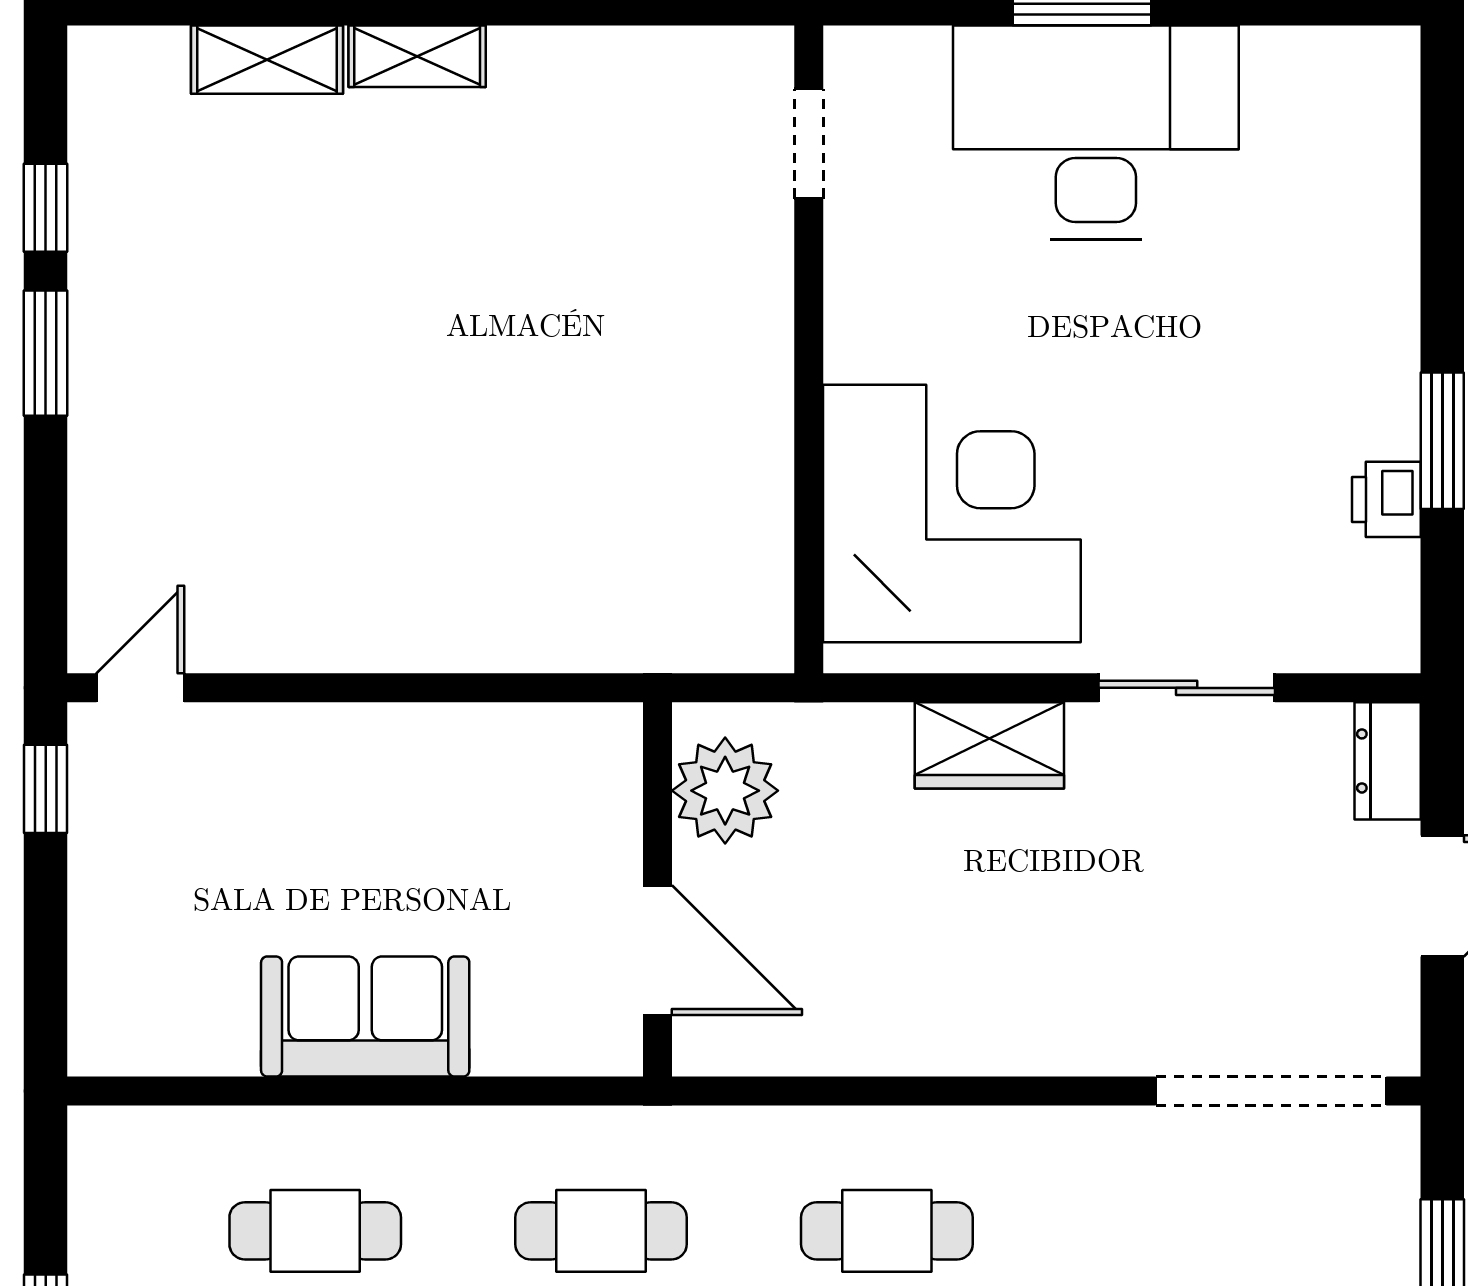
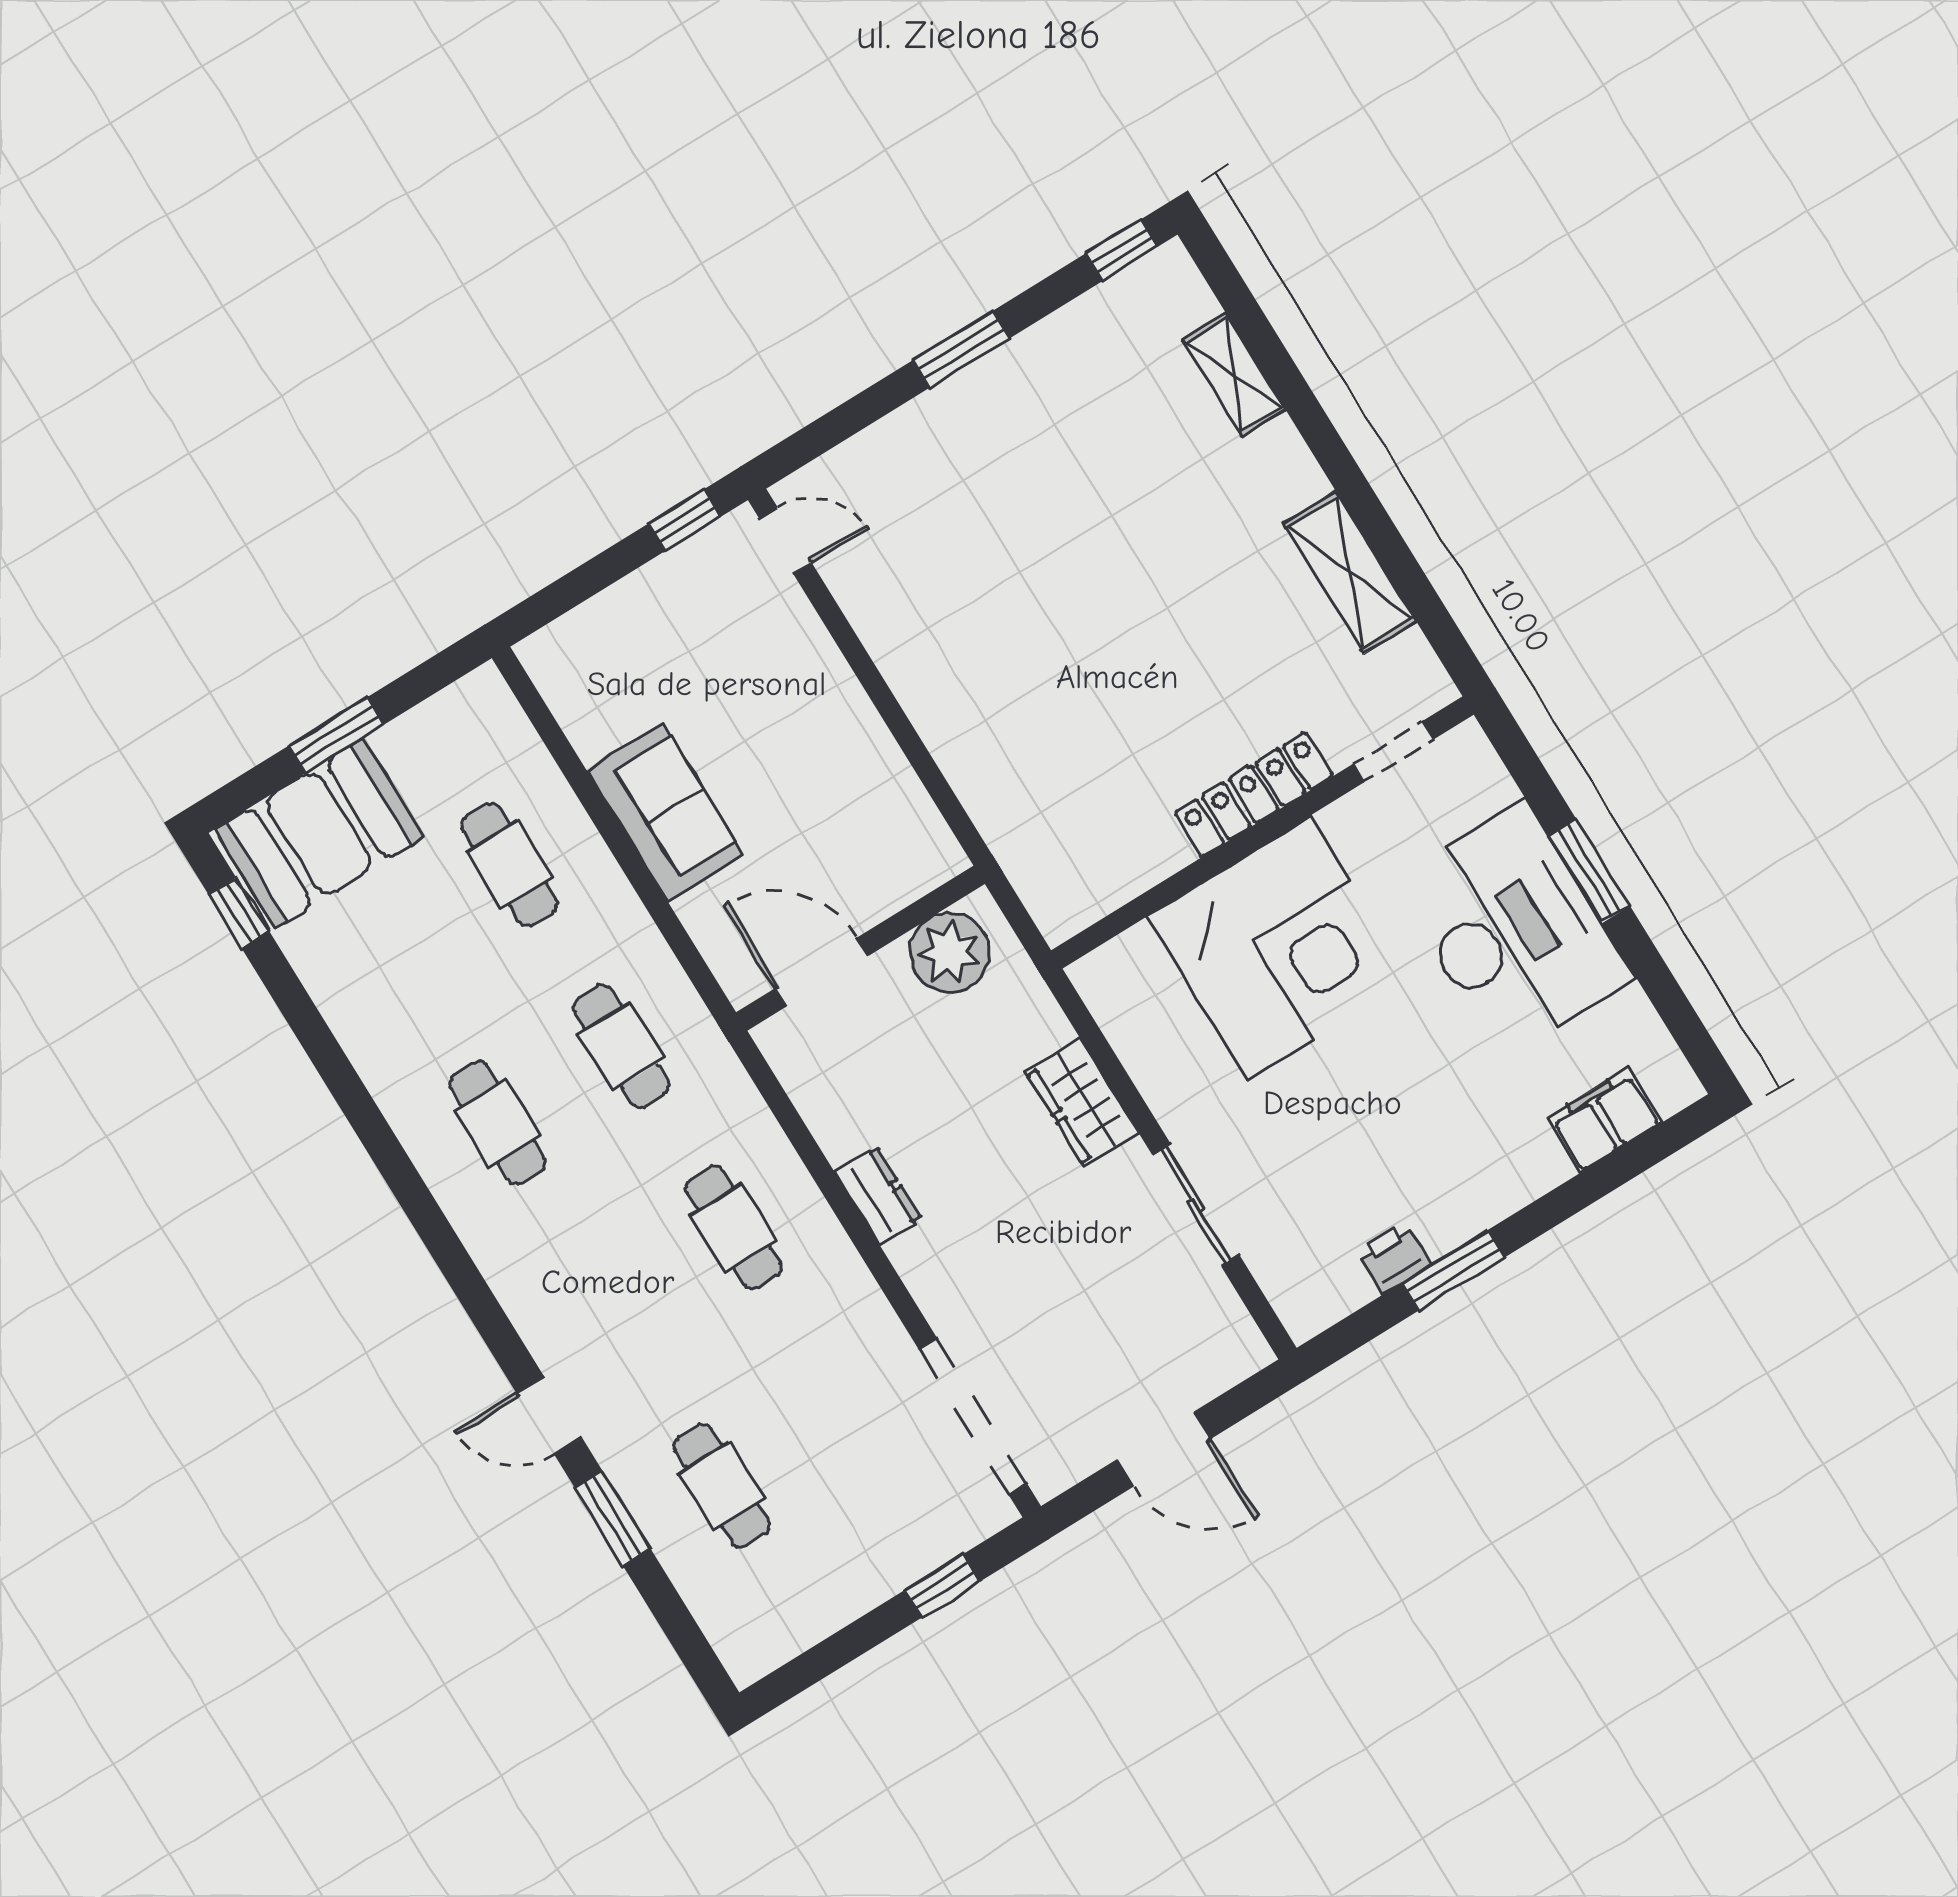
shelving: (417, 56) -> (1350, 572), moved, width x1.50, depth x1.33
filing cabinet: (1378, 162) -> (1604, 1120), added
window: (46, 208) -> (1121, 250), moved
locker: (759, 333) -> (1254, 794), added
corner desk: (952, 514) -> (1279, 948), moved
dresser: (1388, 761) -> (878, 1196), moved, turned 90
door: (658, 950) -> (822, 972), swing flipped

